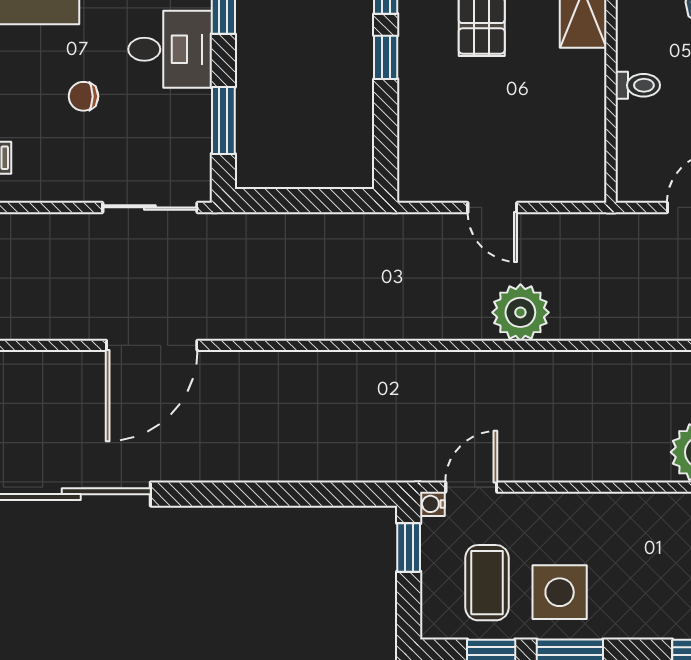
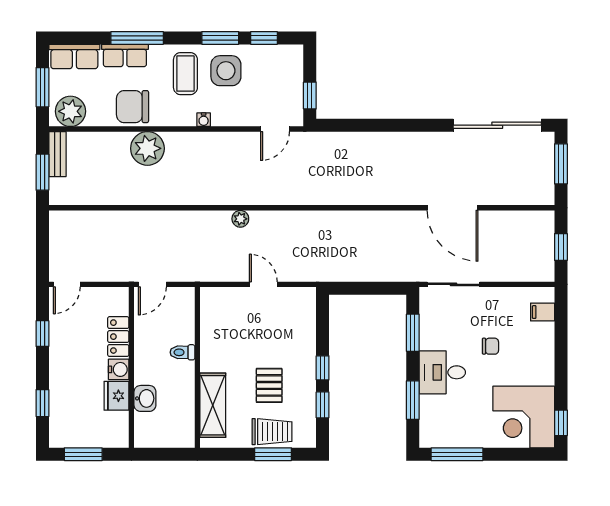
plant: (520, 312) -> (240, 219), width x0.53, depth x0.53
door: (152, 345) -> (453, 208), swing flipped
water cooler: (432, 504) -> (204, 120), moved, turned 90
coffee table: (487, 583) -> (185, 74), moved

